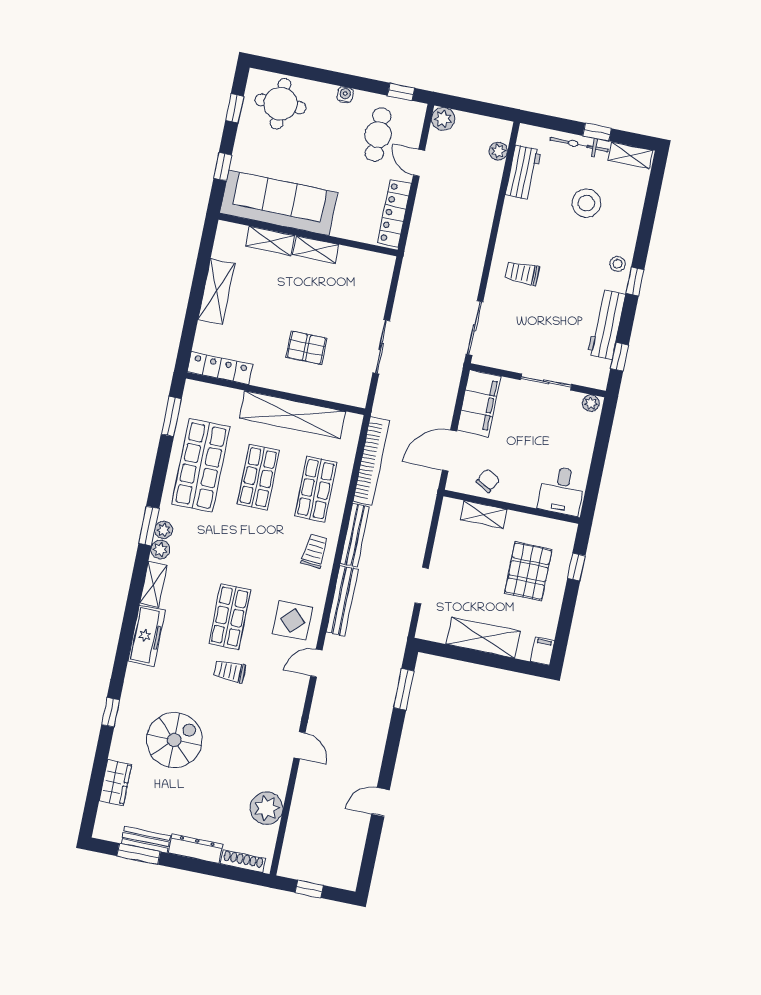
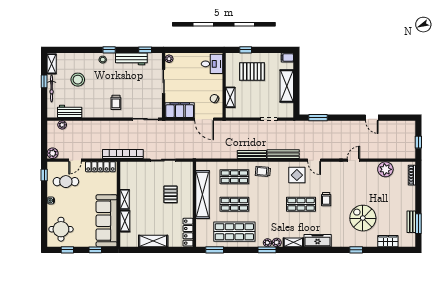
bookcase: (371, 461) -> (123, 154), moved
dresser: (196, 849) -> (411, 198), removed

